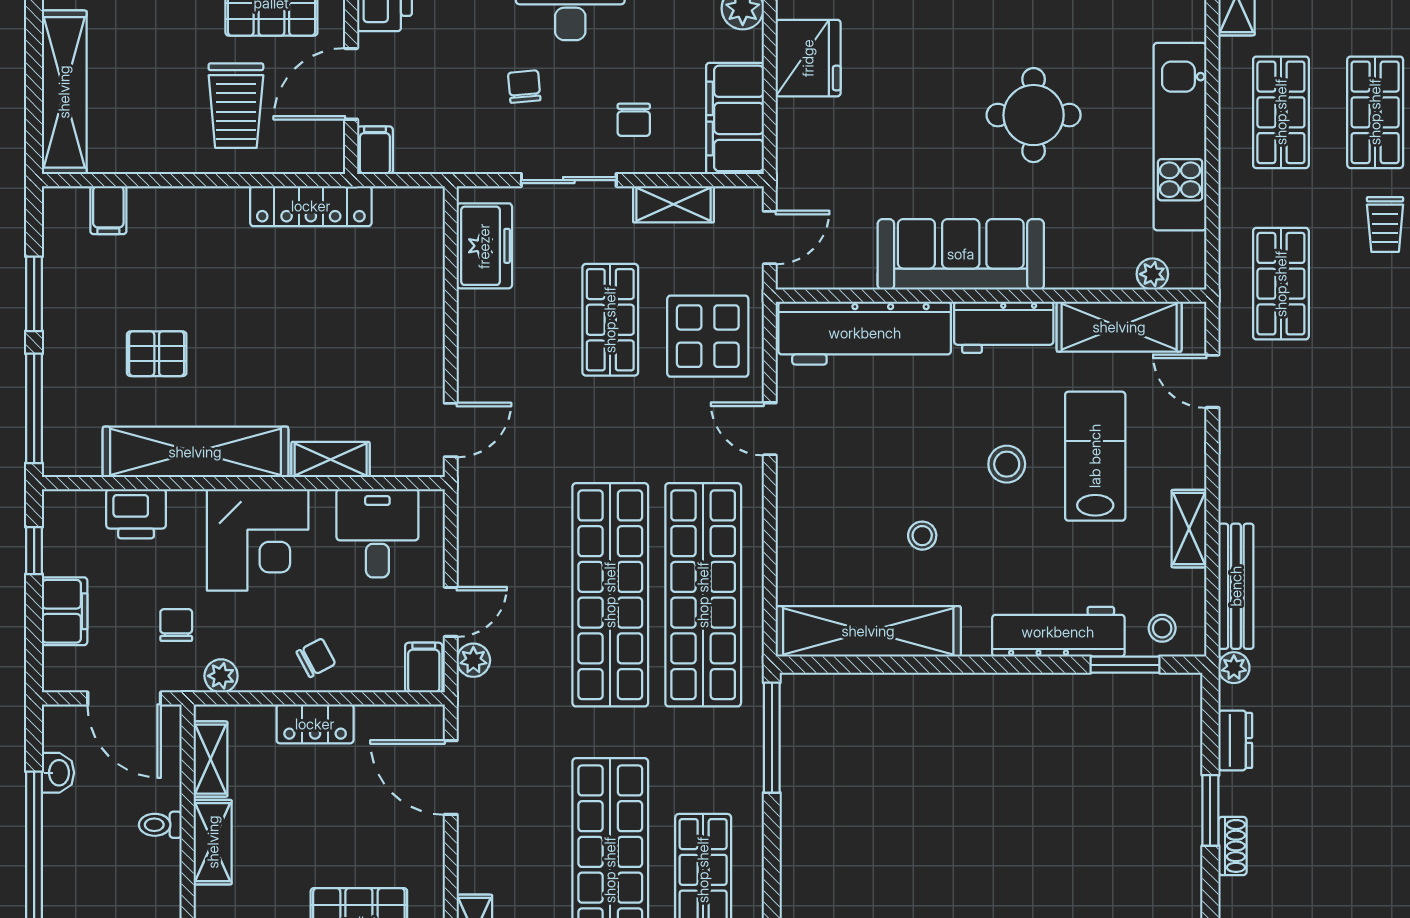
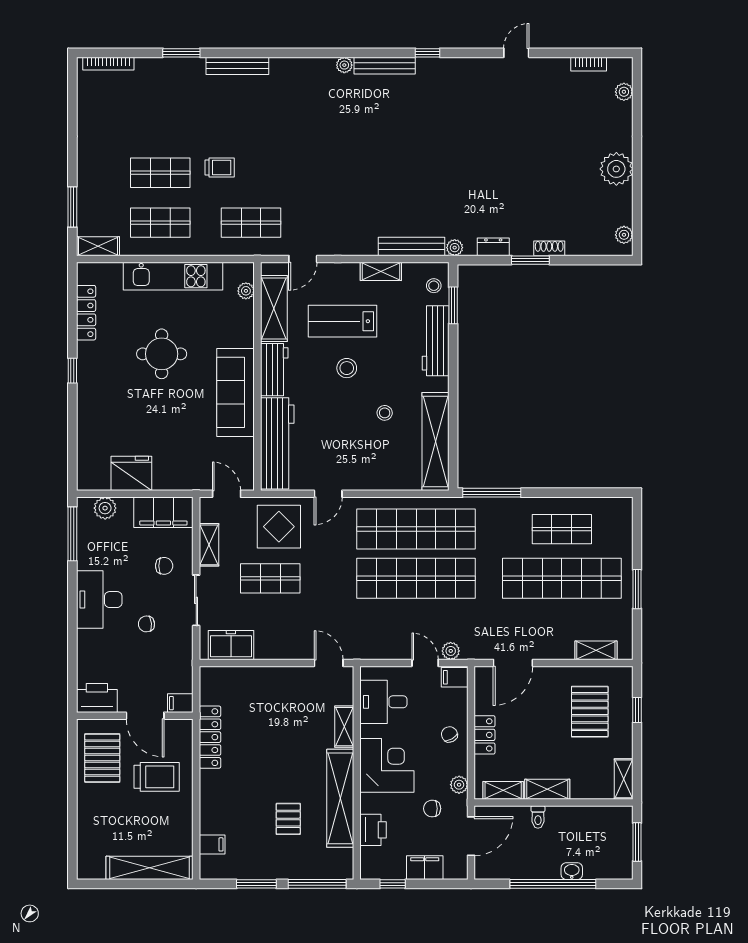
washbasin: (58, 773) -> (572, 871), moved

